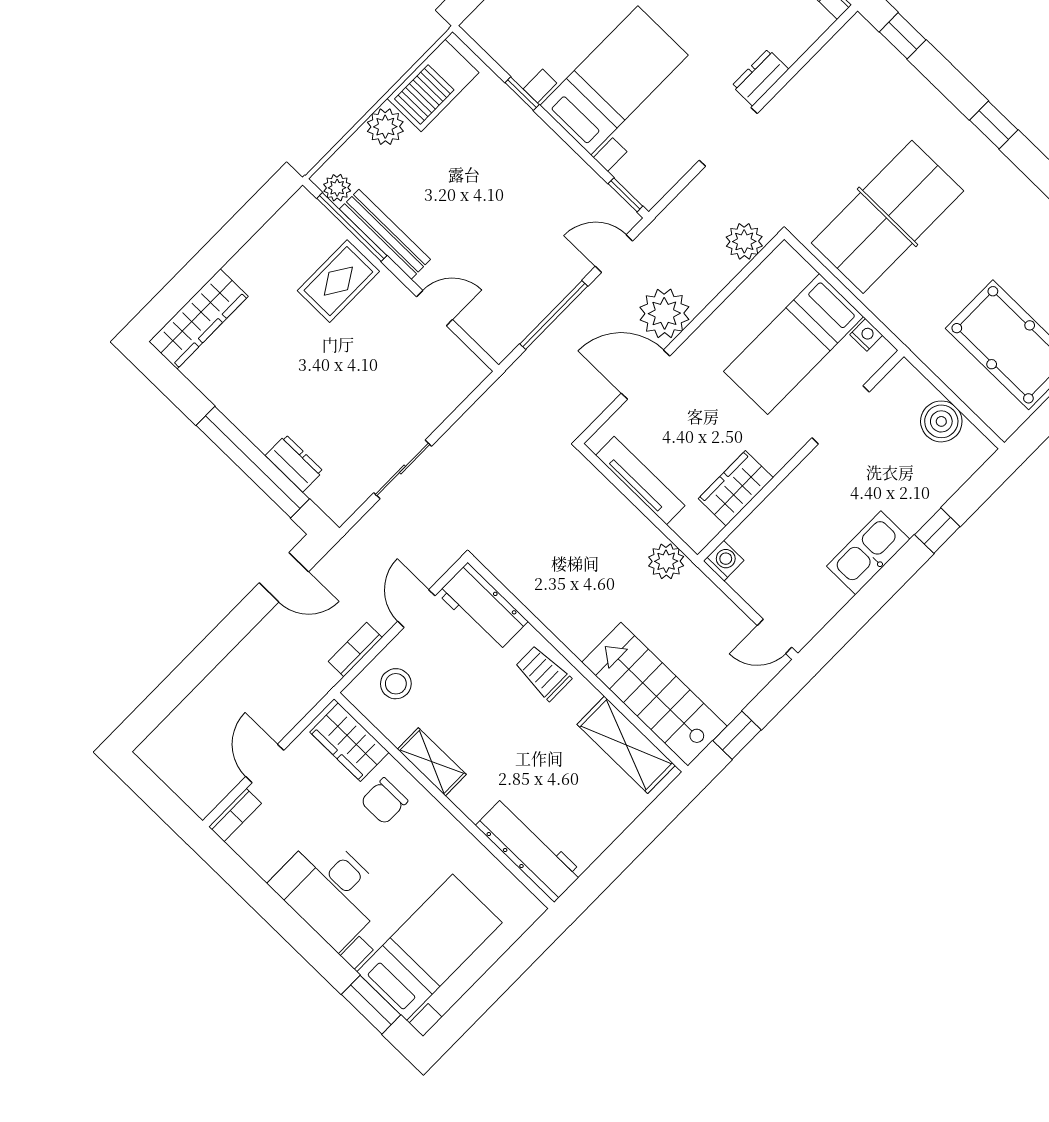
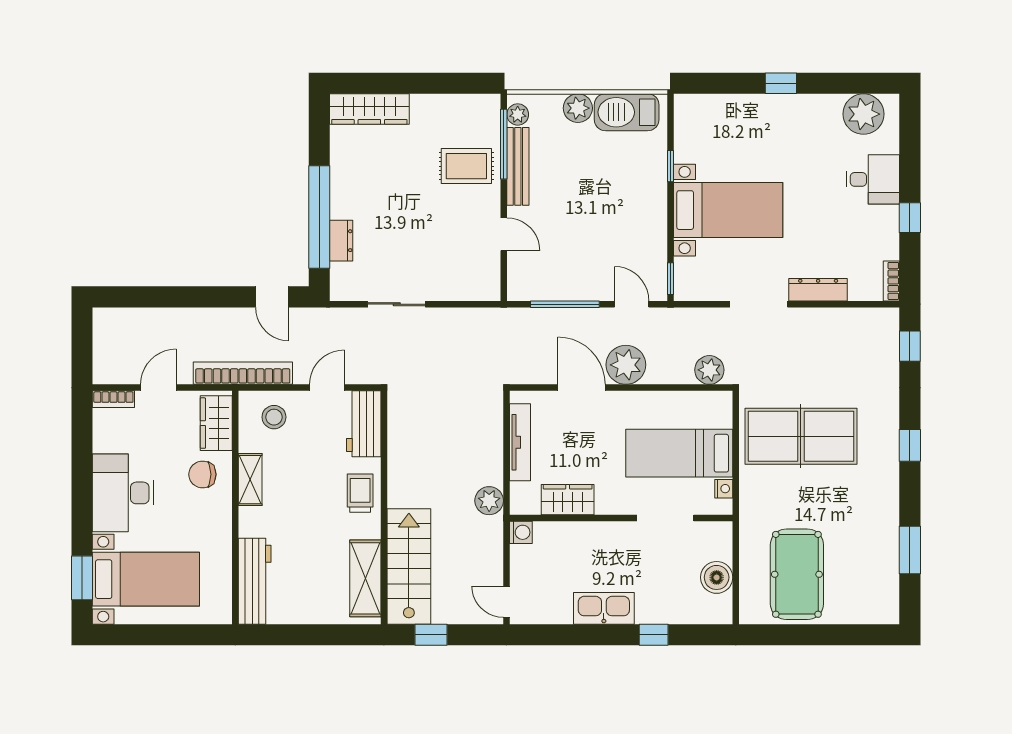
dresser: (760, 77) -> (818, 290), width x1.44
bookcase: (355, 649) -> (243, 373), width x2.31, depth x1.31

